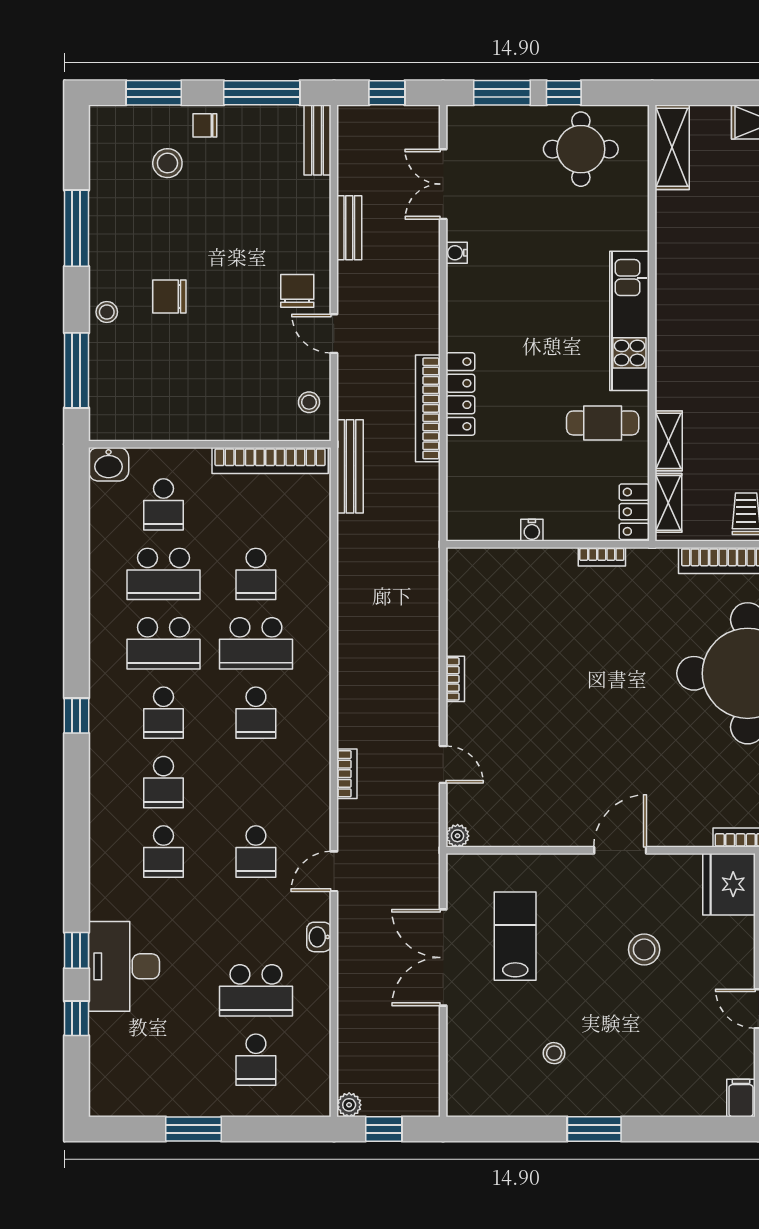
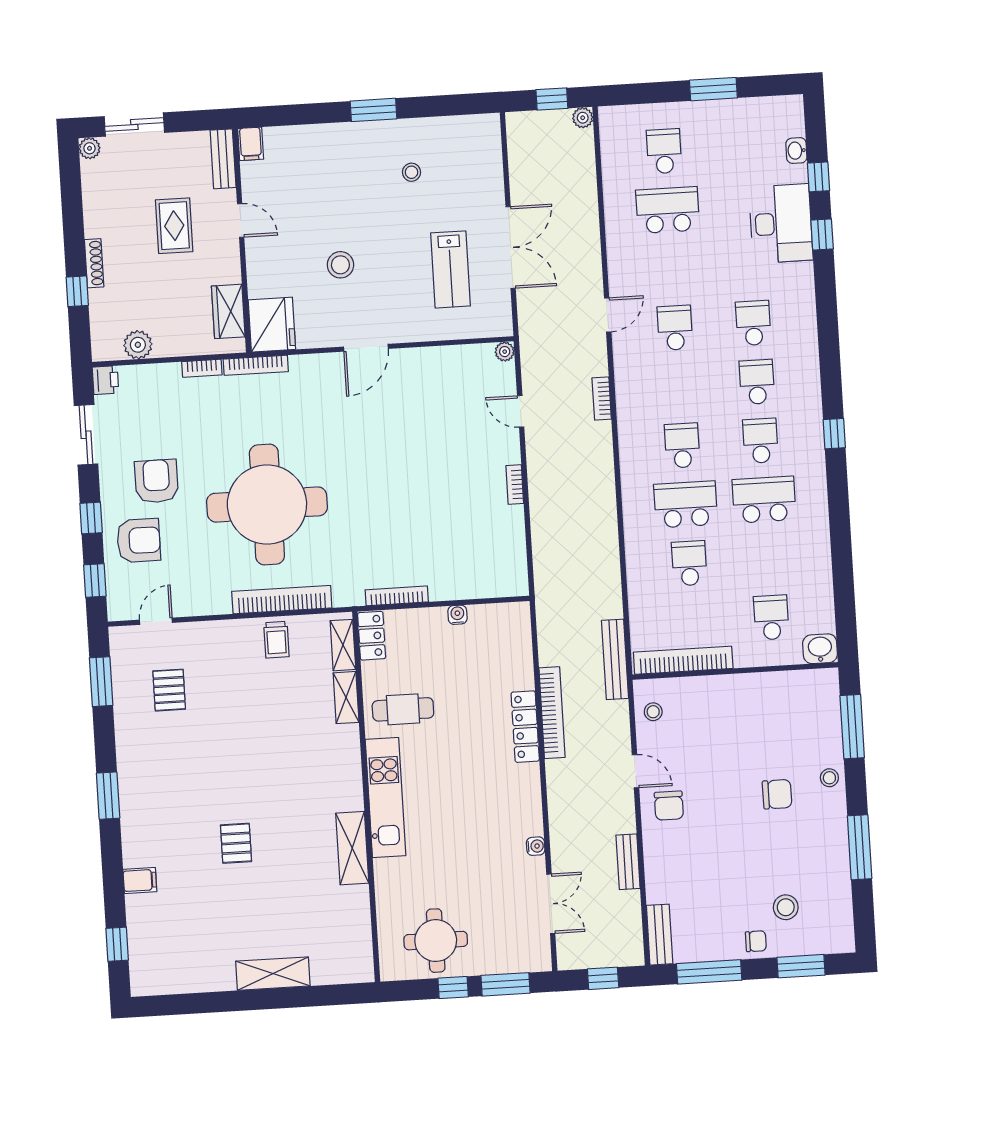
shelving: (672, 147) -> (352, 848), moved
bookcase: (602, 557) -> (397, 596), width x1.56
school desk: (164, 574) -> (768, 559), removed
washbasin: (319, 937) -> (796, 151), moved, turned 180

